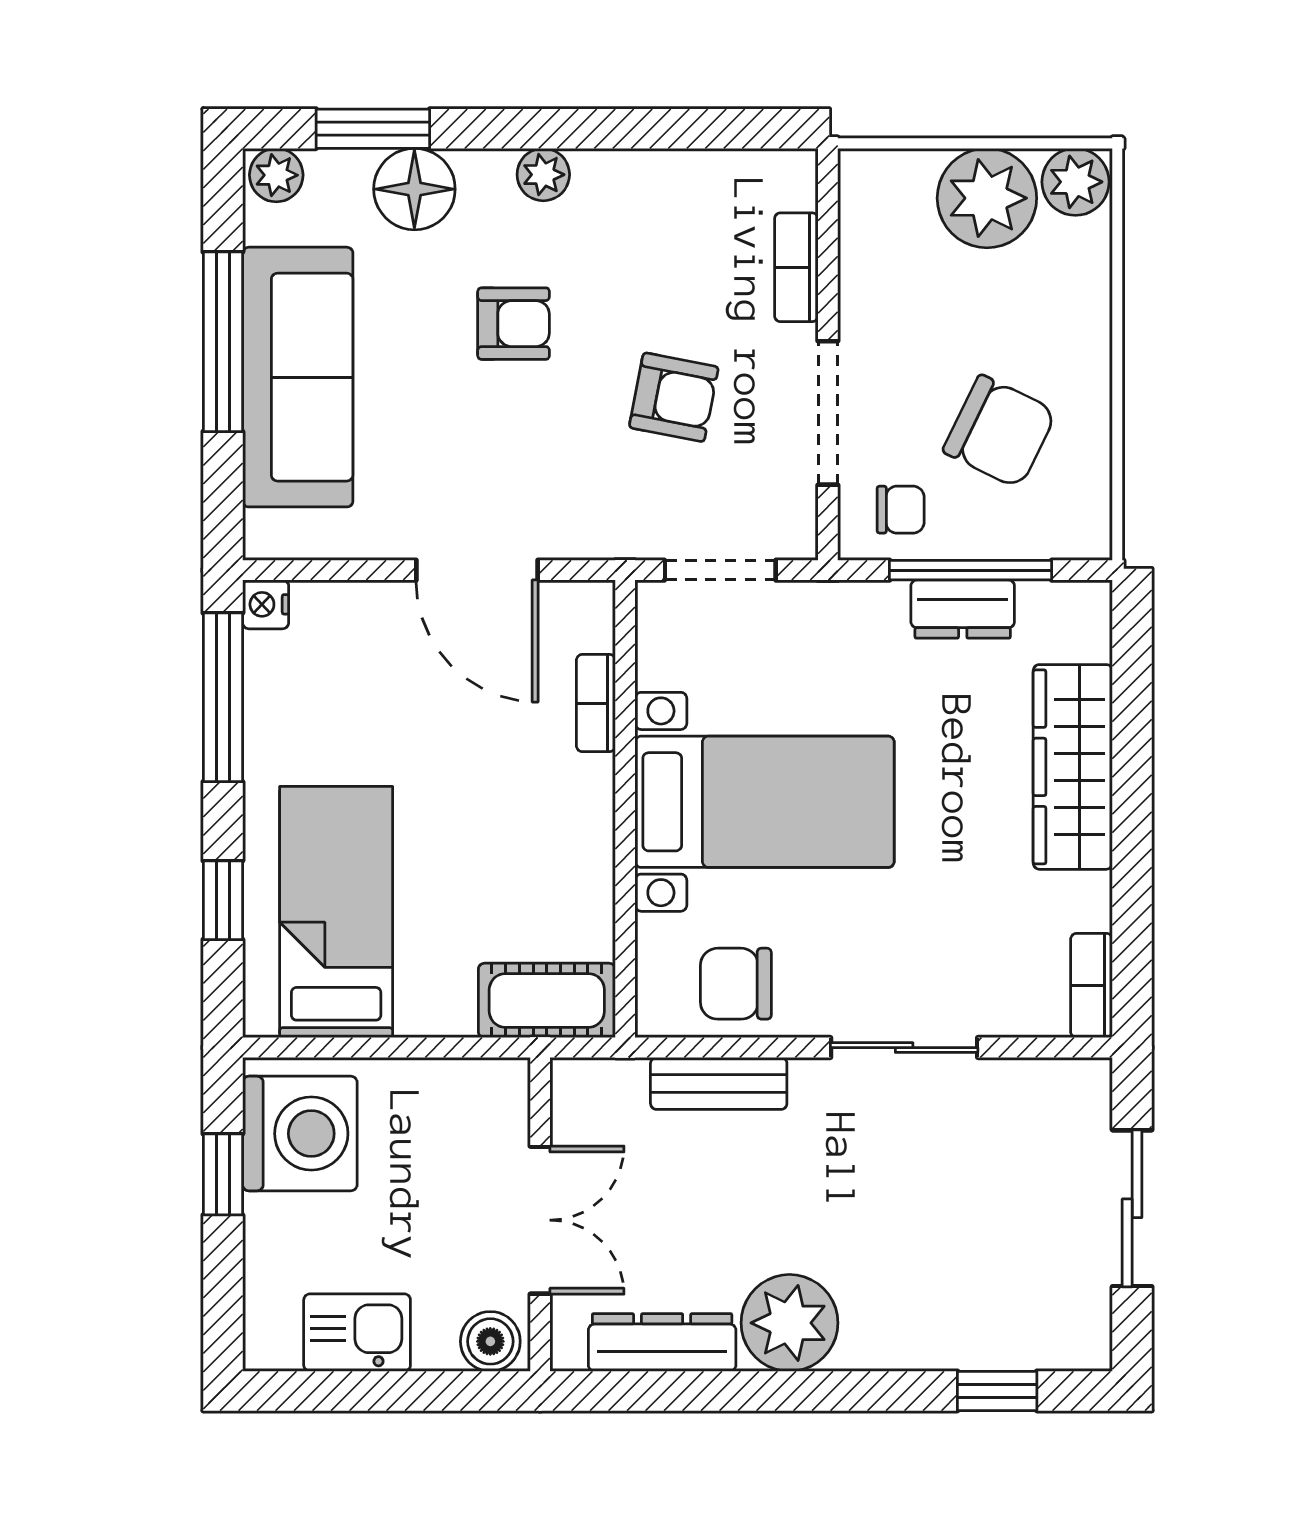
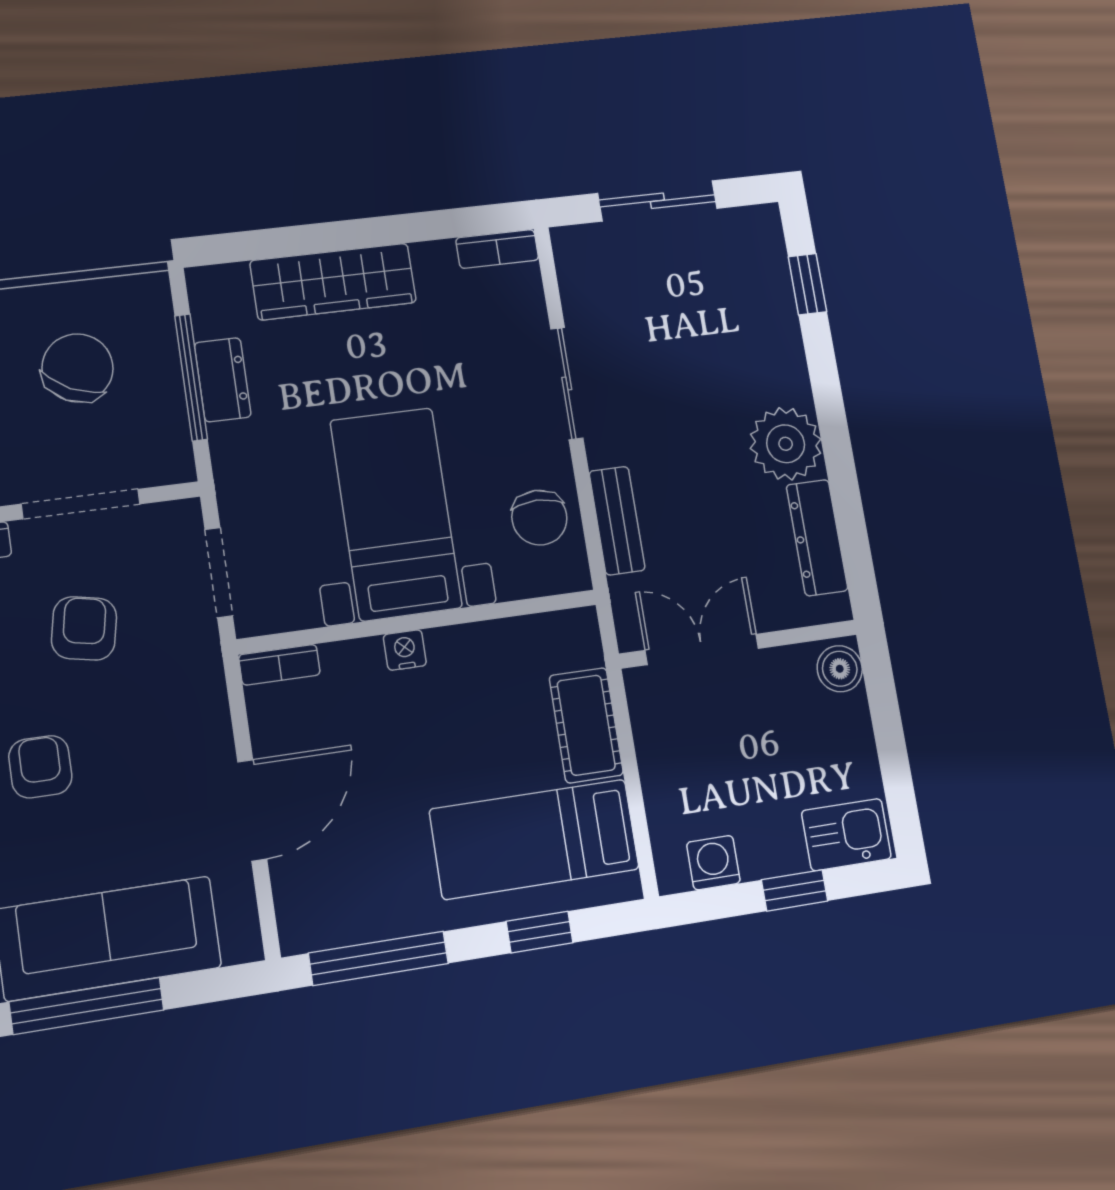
chair: (901, 510) -> (151, 437), removed
door: (477, 570) -> (252, 810), moved
nightstand: (266, 604) -> (405, 650), moved, turned 180
bookcase: (596, 703) -> (279, 665), moved
cot: (547, 1000) -> (586, 725), moved
washing machine: (300, 1134) -> (713, 863), width x0.53, depth x0.53
window: (223, 1174) -> (795, 890), moved
double door: (540, 1220) -> (702, 649), moved
kitchen sink: (357, 1333) -> (846, 835), moved, turned 90

